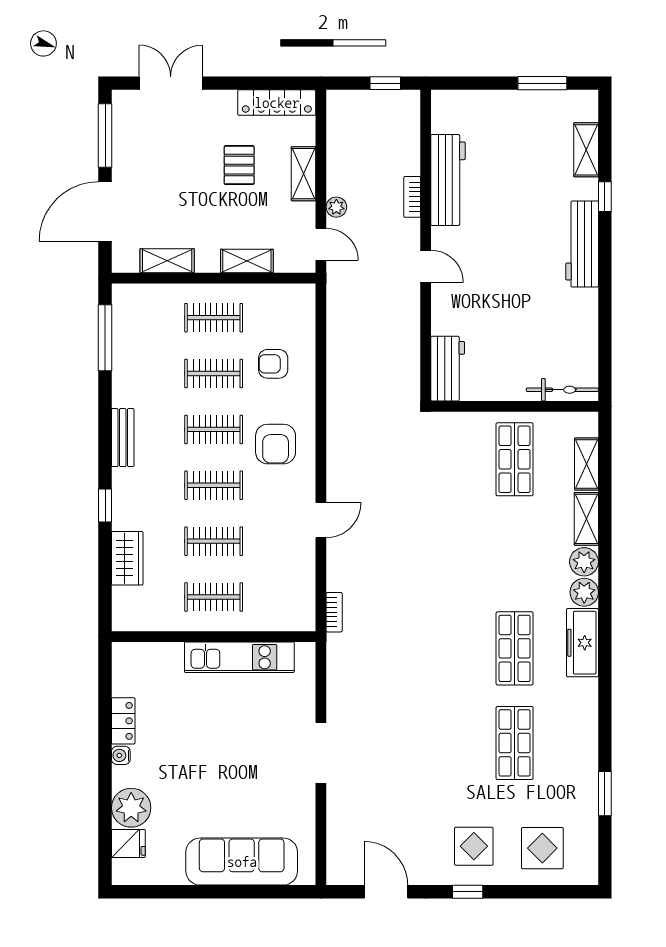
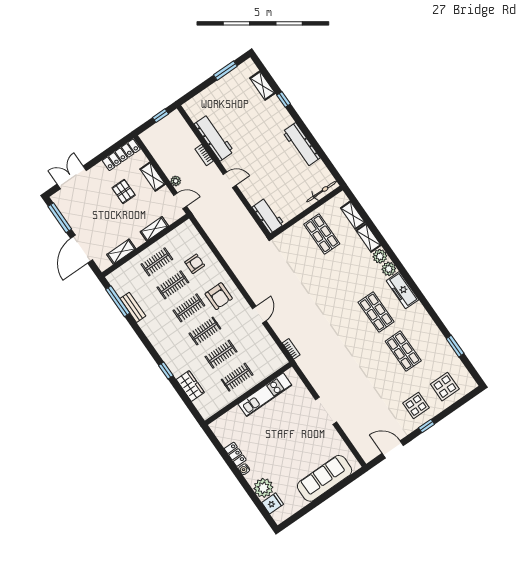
workbench: (582, 244) -> (301, 145), moved
armchair: (273, 364) -> (195, 264), turned 180
bench: (123, 438) -> (133, 307), moved

